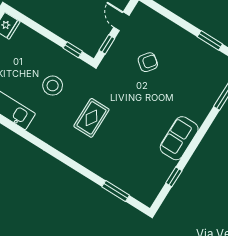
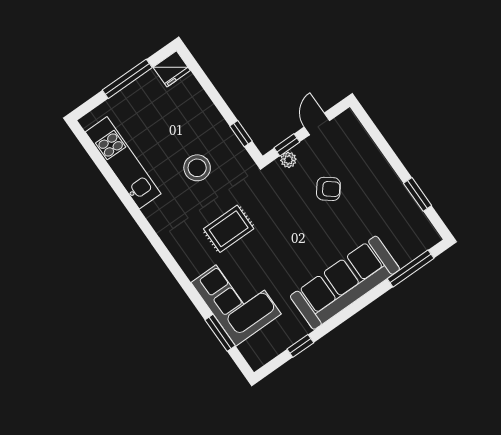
plant: (112, 54) -> (288, 160), added
sofa: (179, 138) -> (345, 283), width x1.85, depth x1.27
corner sofa: (117, 163) -> (236, 298), added

